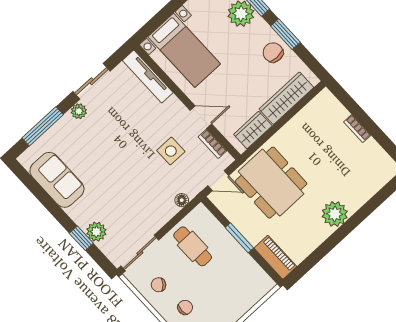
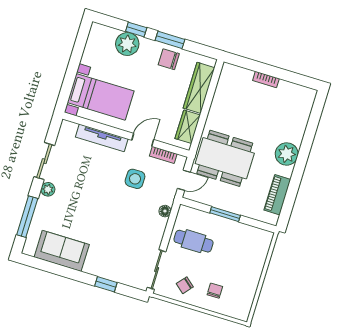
tv unit: (148, 77) -> (102, 138), moved
plant: (96, 232) -> (114, 273), removed
piano: (275, 257) -> (277, 195), moved, turned -90

